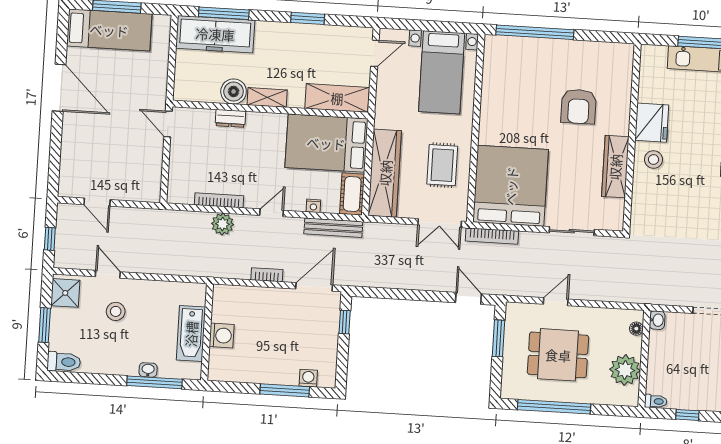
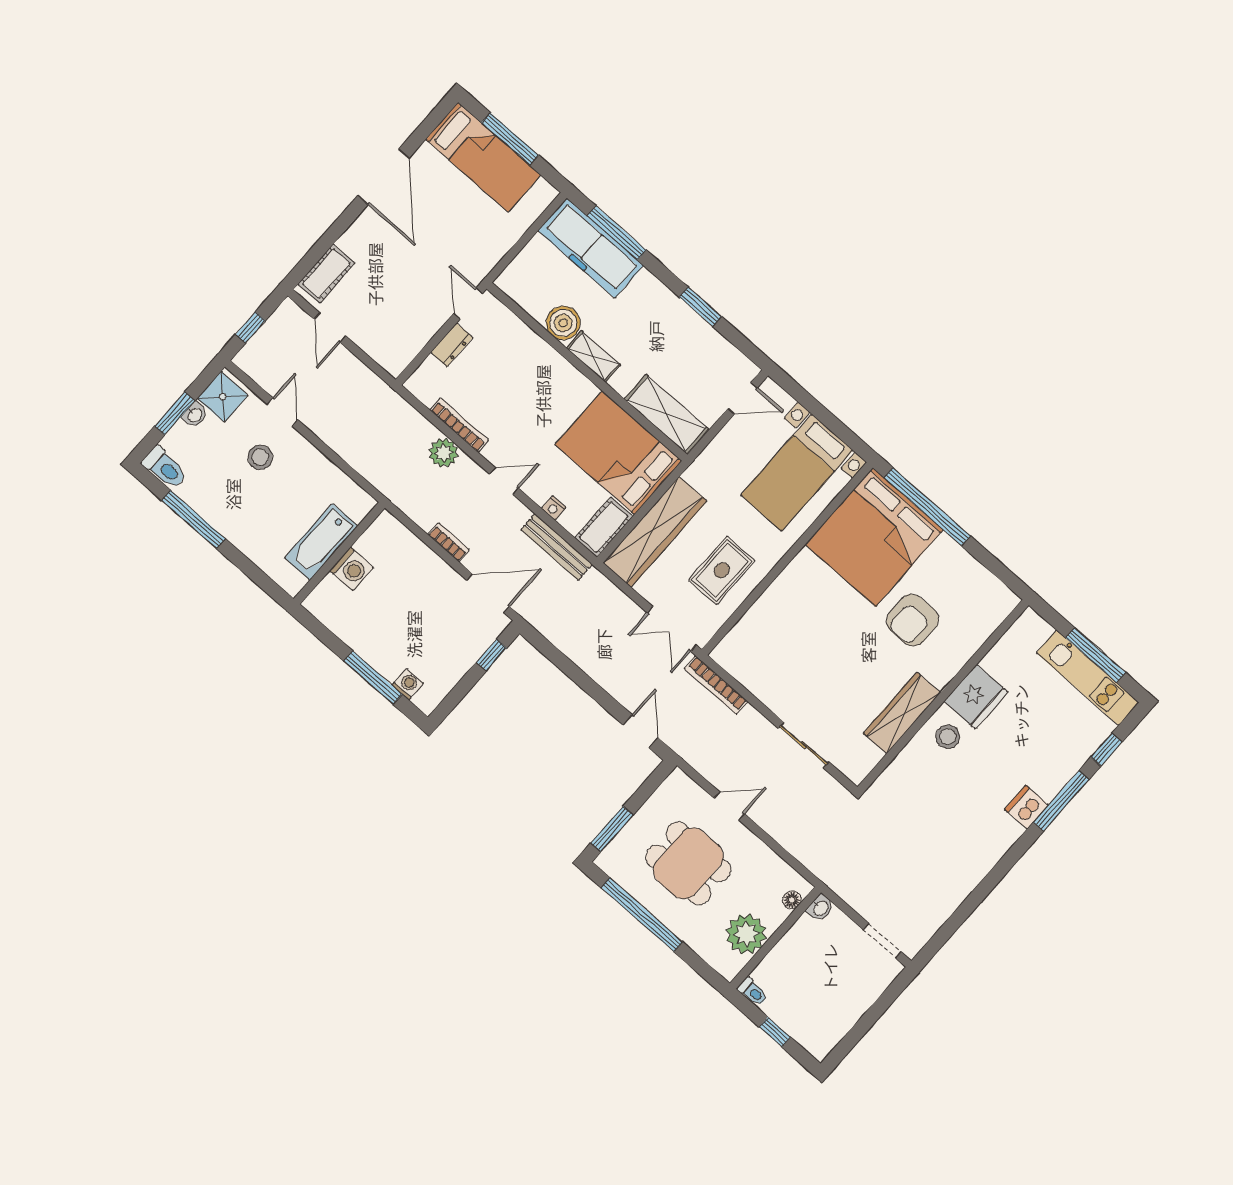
dresser: (230, 118) -> (452, 345), moved, turned -90
cot: (70, 172) -> (326, 273), added
bed: (511, 186) -> (874, 537), moved, turned 180
window: (499, 338) -> (612, 829), moved
washbasin: (148, 370) -> (195, 415), moved, turned 90
window: (155, 382) -> (193, 519), moved

